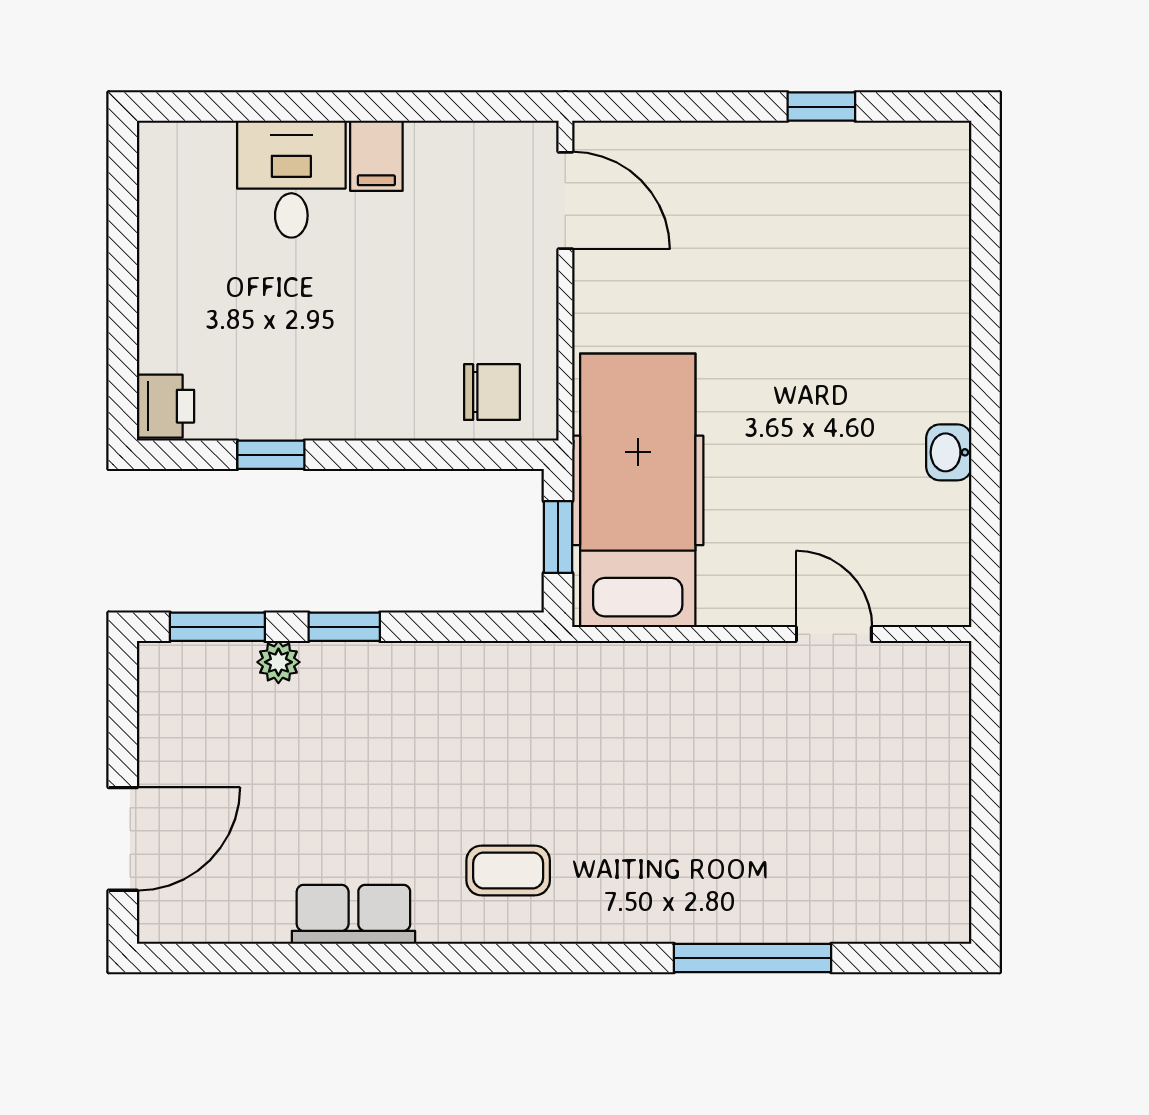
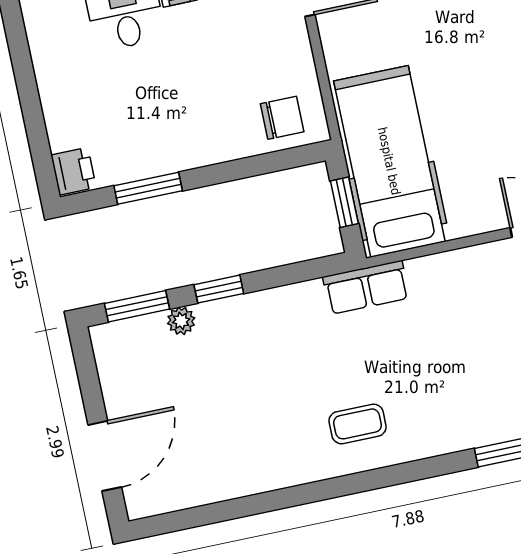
window: (271, 455) -> (148, 188), width x1.50
row of seats: (353, 914) -> (366, 287), moved, turned 180

